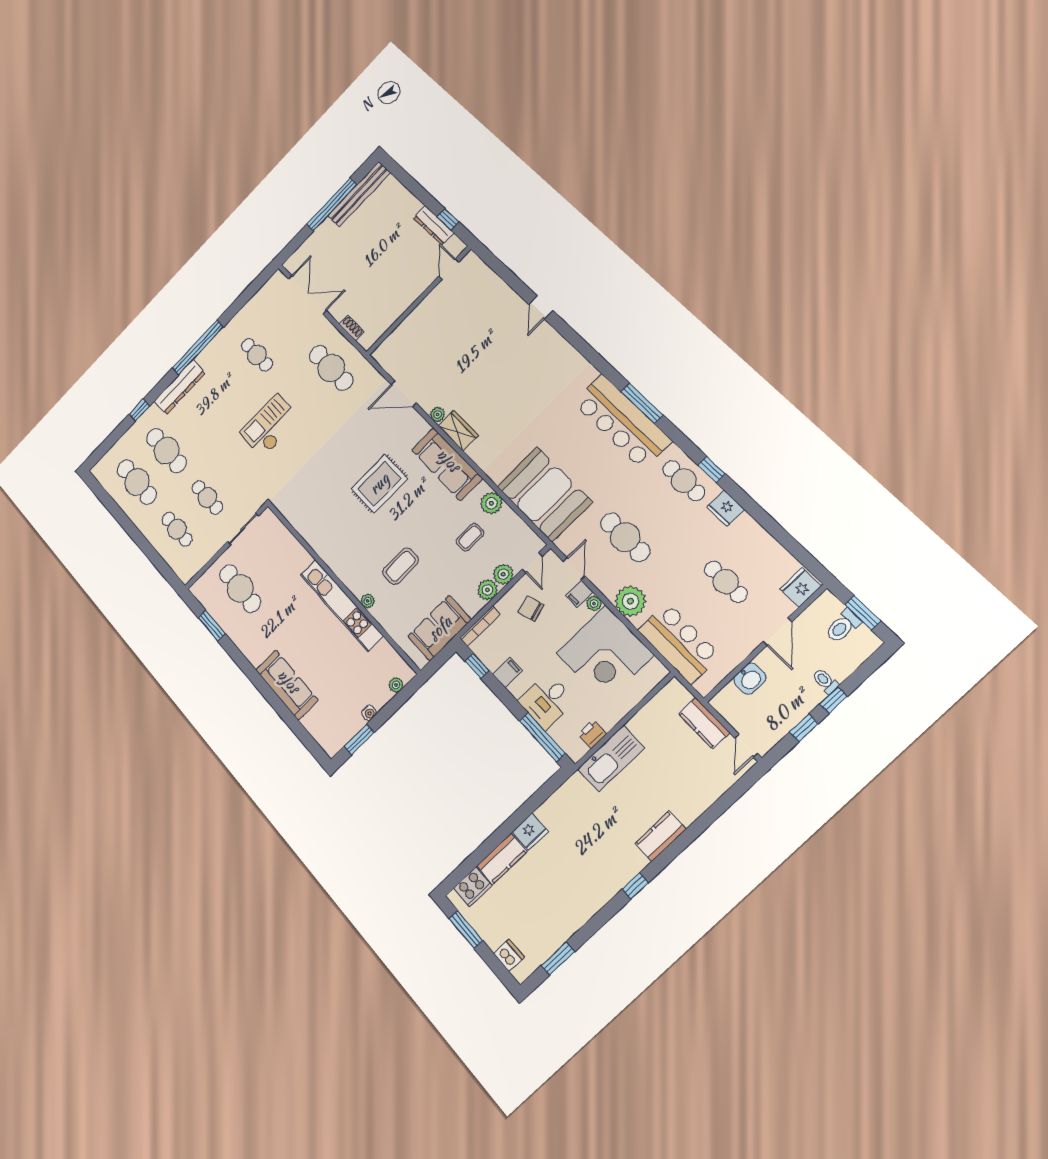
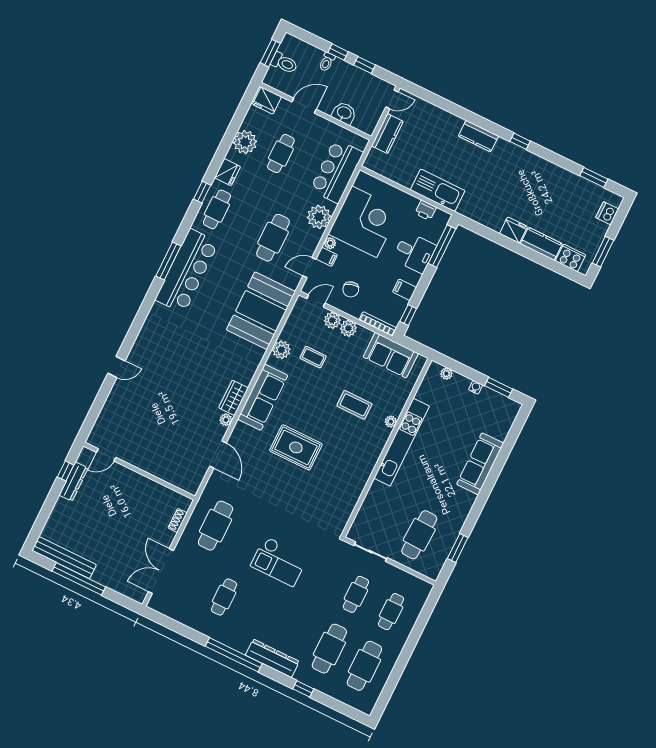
plant: (756, 542) -> (245, 142), added

